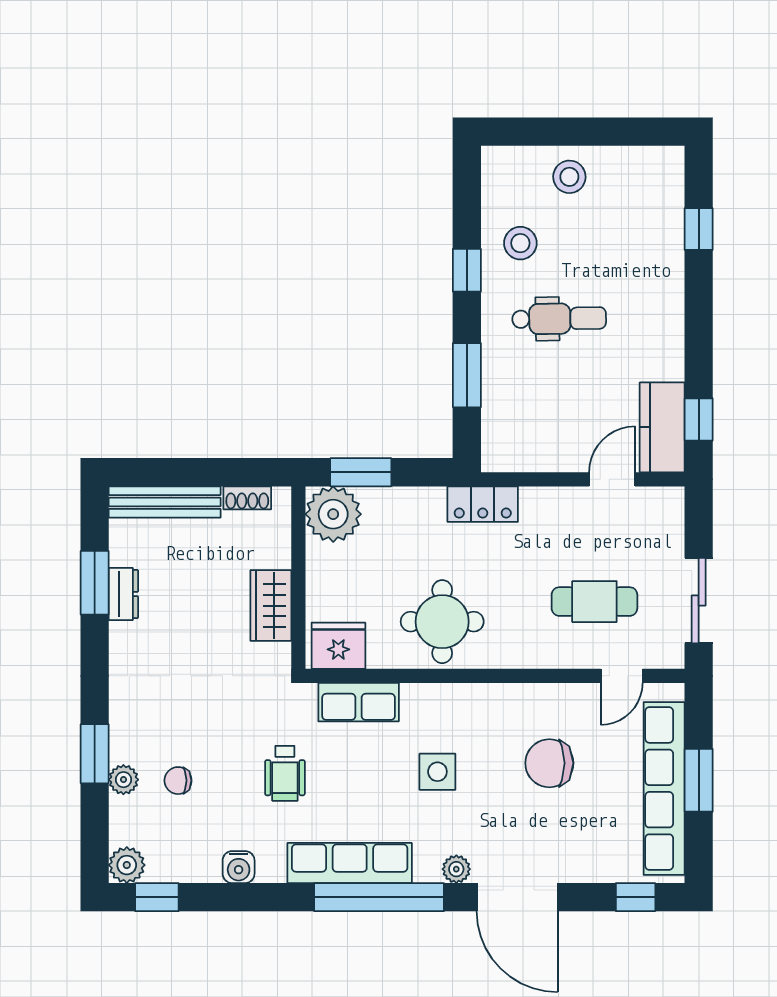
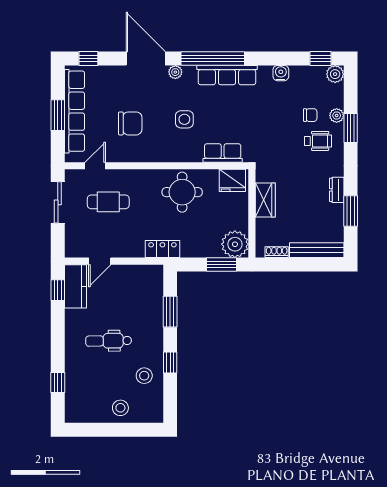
dental chair: (559, 319) -> (109, 341), moved
dresser: (123, 594) -> (337, 190), moved
wheelchair: (285, 773) -> (318, 141), moved, turned 90

